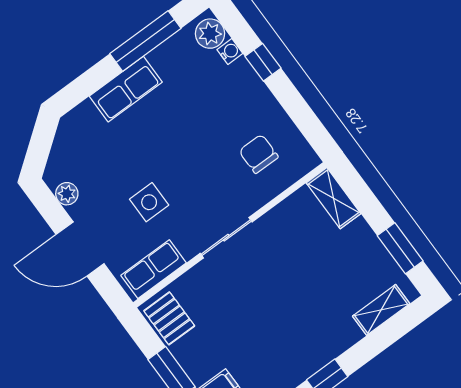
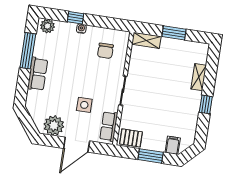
water cooler: (230, 52) -> (81, 29), moved
chair: (259, 154) -> (105, 51), turned -90
plant: (67, 194) -> (54, 125), width x1.87, depth x1.87
window: (400, 248) -> (174, 33), moved
shelving: (381, 310) -> (199, 77), moved

